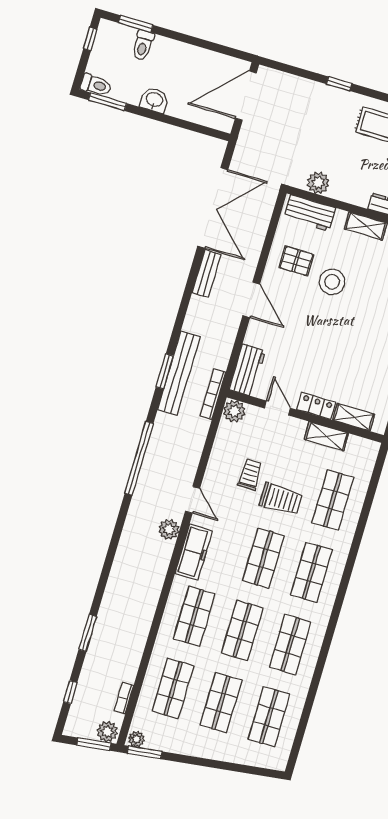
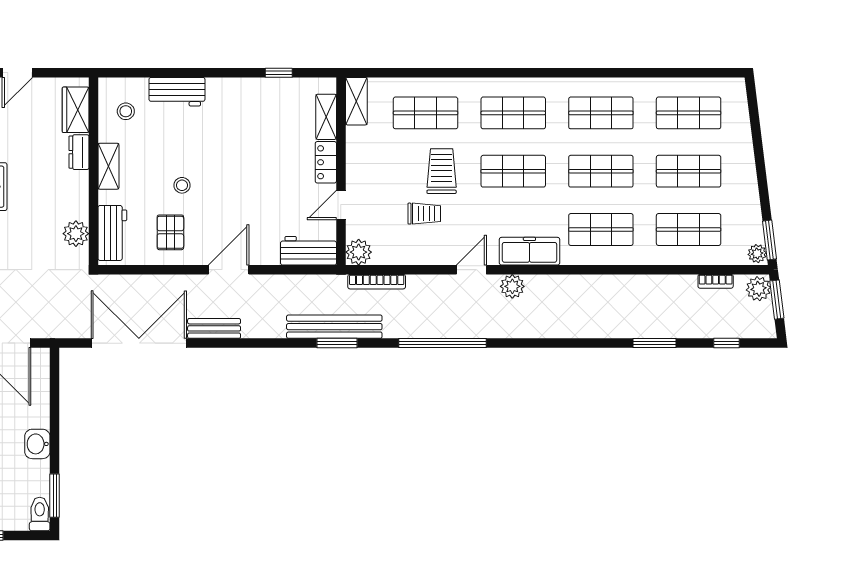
stool: (332, 282) -> (182, 185), width x0.53, depth x0.53
bookcase: (213, 394) -> (377, 282), moved
shelving: (326, 436) -> (356, 101), moved
trolley: (250, 475) -> (424, 214), turned 180

